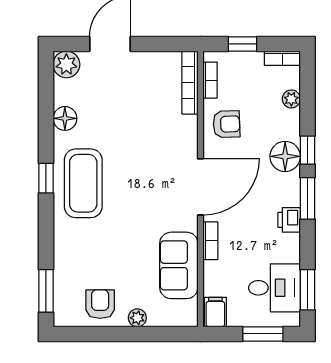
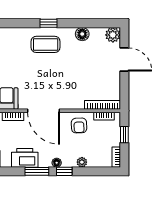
plant: (291, 99) -> (82, 162), moved
floor lamp: (285, 156) -> (57, 163), width x0.53, depth x0.53
coffee table: (83, 183) -> (46, 44), width x0.73, depth x0.76
printer: (289, 220) -> (25, 158), width x1.87, depth x1.48

